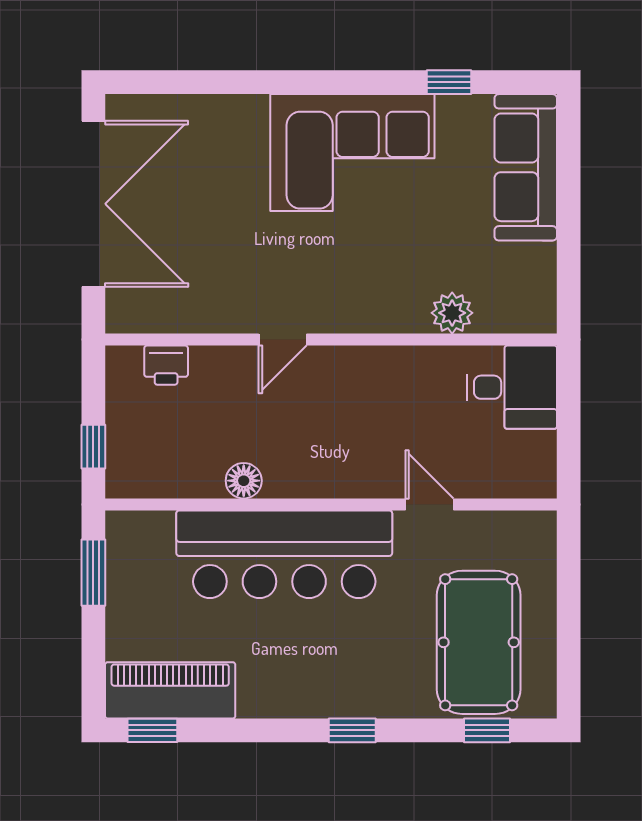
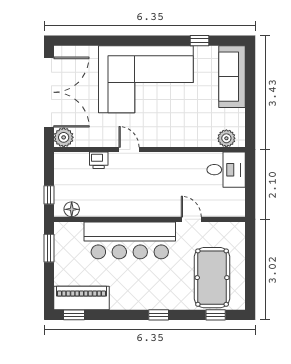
corner sofa: (352, 153) -> (146, 79), width x1.36, depth x1.36
plant: (128, 311) -> (64, 137), added
plant: (452, 313) -> (226, 138), moved
door: (283, 340) -> (129, 150), swing flipped
printer: (166, 365) -> (99, 160), moved
floor lamp: (244, 481) -> (72, 209), moved

